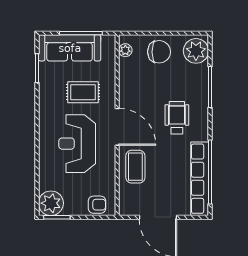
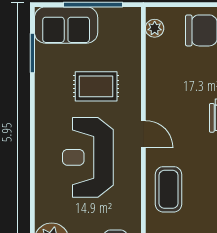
sofa: (70, 48) -> (66, 25), width x0.73
door: (117, 127) -> (143, 134), width x0.53

